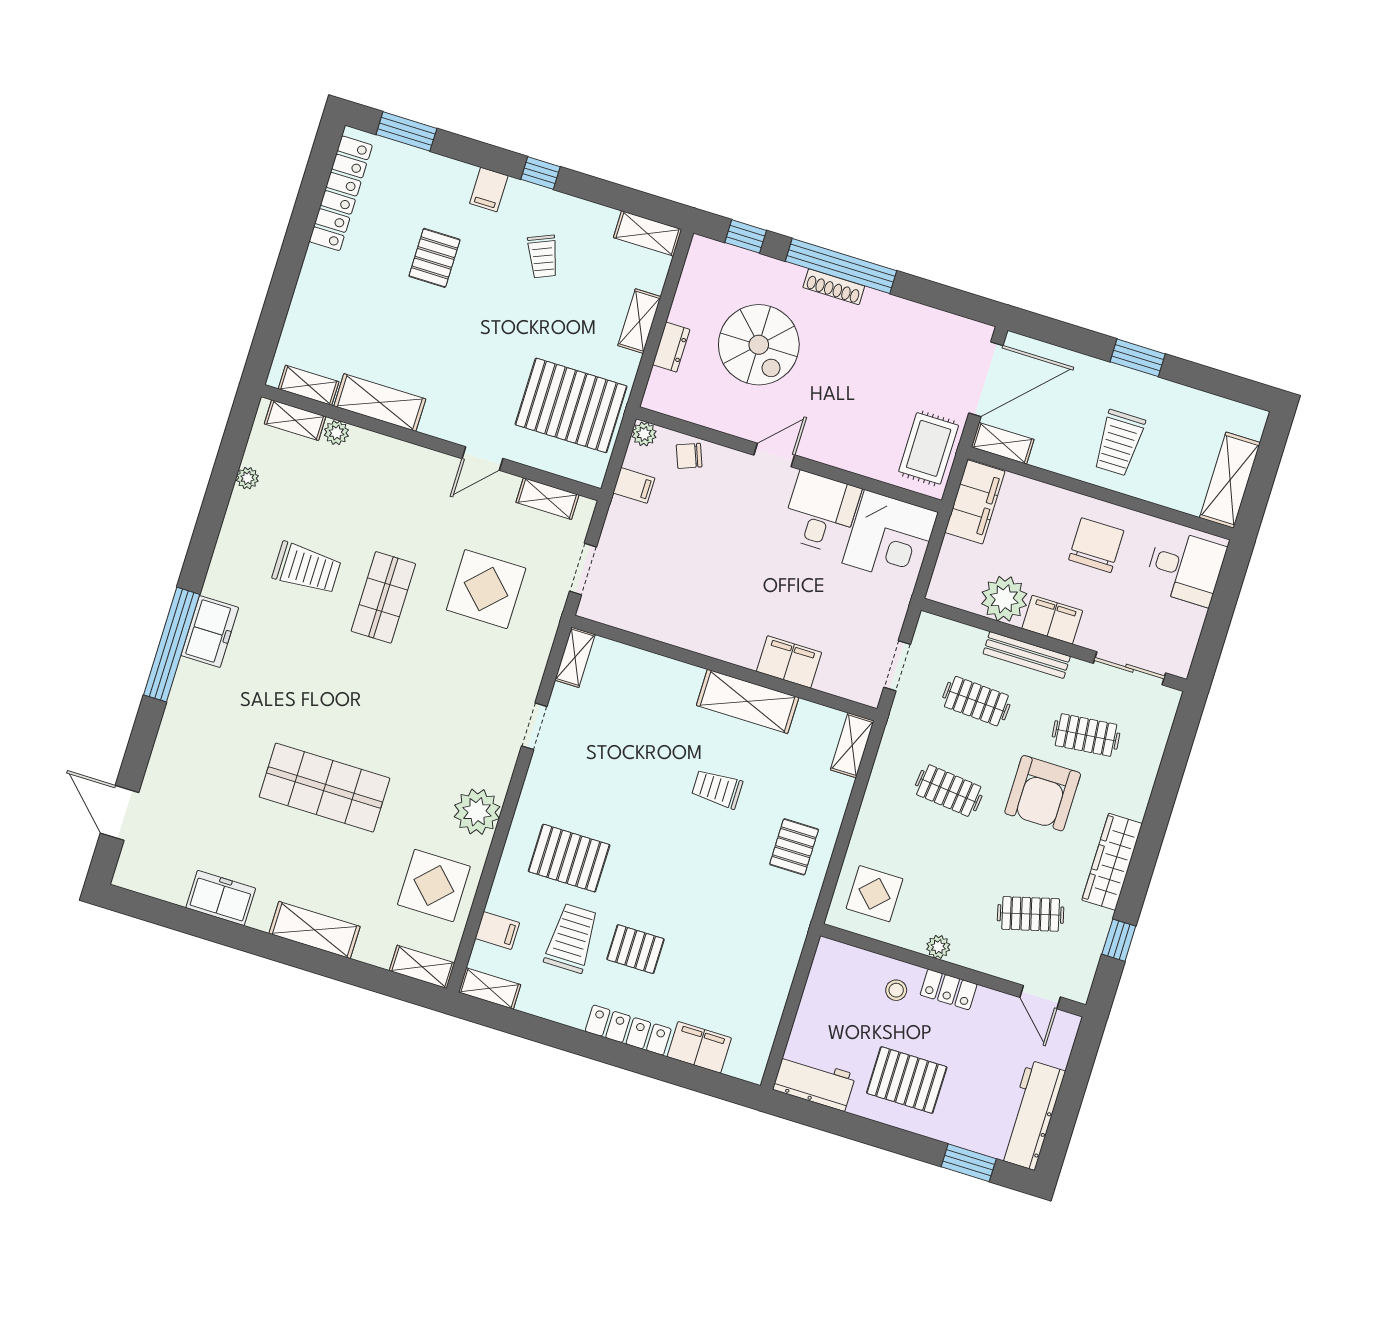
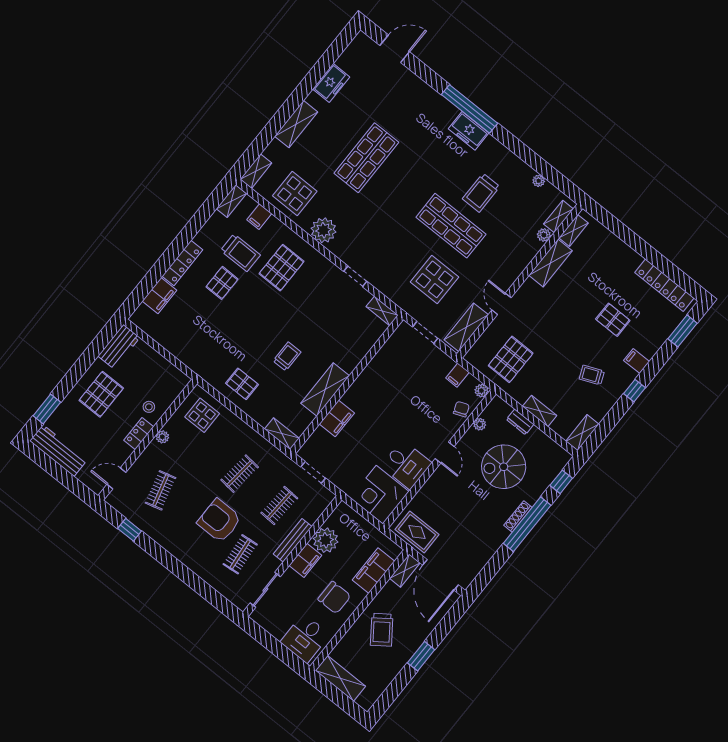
pallet: (571, 405) -> (511, 359), width x0.73, depth x0.71
plant: (702, 414) -> (480, 424), added
trolley: (1119, 443) -> (382, 630), turned -126
shelving: (547, 499) -> (466, 327), width x1.50, depth x1.33
filing cabinet: (975, 502) -> (373, 571), moved, turned 90
shop shelf: (383, 597) -> (451, 226), width x1.43, depth x1.36
wardrobe: (1112, 862) -> (171, 542), removed

